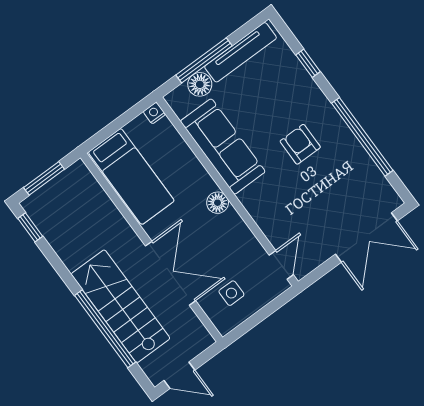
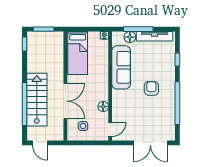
floor lamp: (218, 203) -> (103, 107), moved

